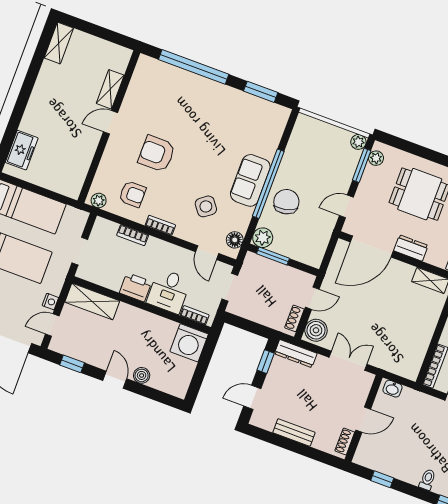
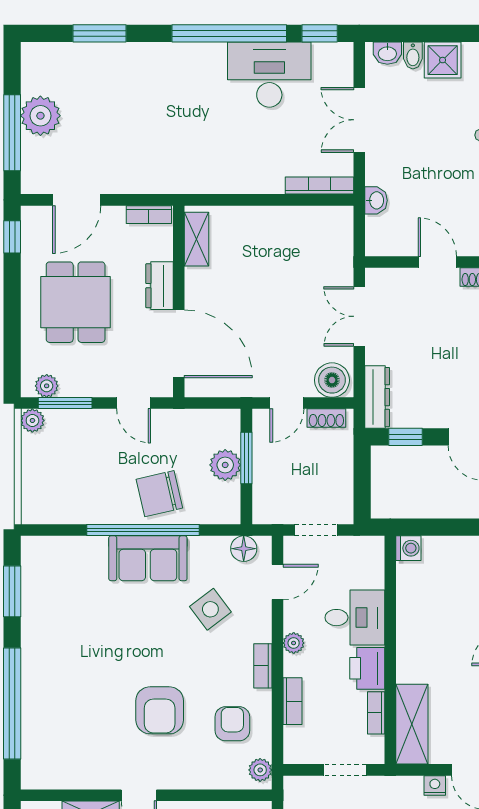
plant: (263, 238) -> (225, 465), moved
plant: (167, 249) -> (294, 643), added
window: (273, 256) -> (246, 458), moved
door: (312, 298) -> (287, 403), swing flipped
bookcase: (195, 315) -> (376, 713), moved
washing machine: (189, 343) -> (408, 548), width x0.53, depth x0.53
washbasin: (393, 389) -> (376, 200), moved

